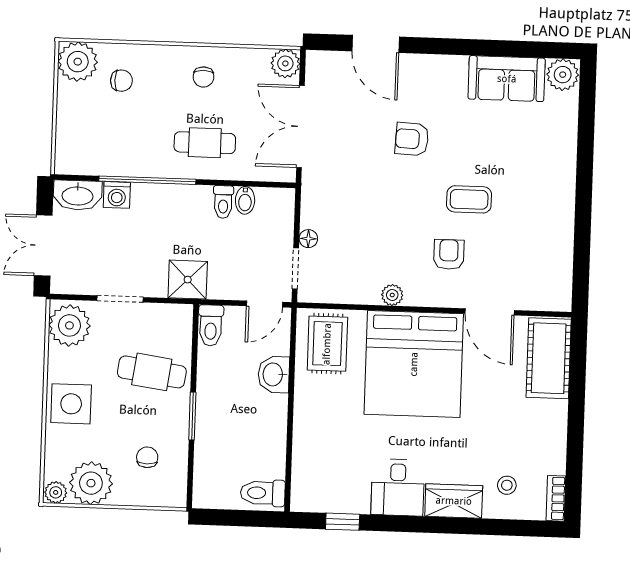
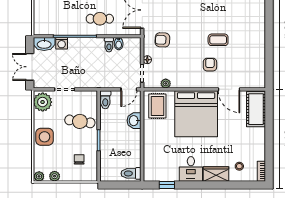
armchair: (412, 139) -> (162, 40), moved
shower: (188, 280) -> (94, 80), removed
plant: (392, 295) -> (166, 83), moved
plant: (91, 483) -> (55, 176), width x0.53, depth x0.53

